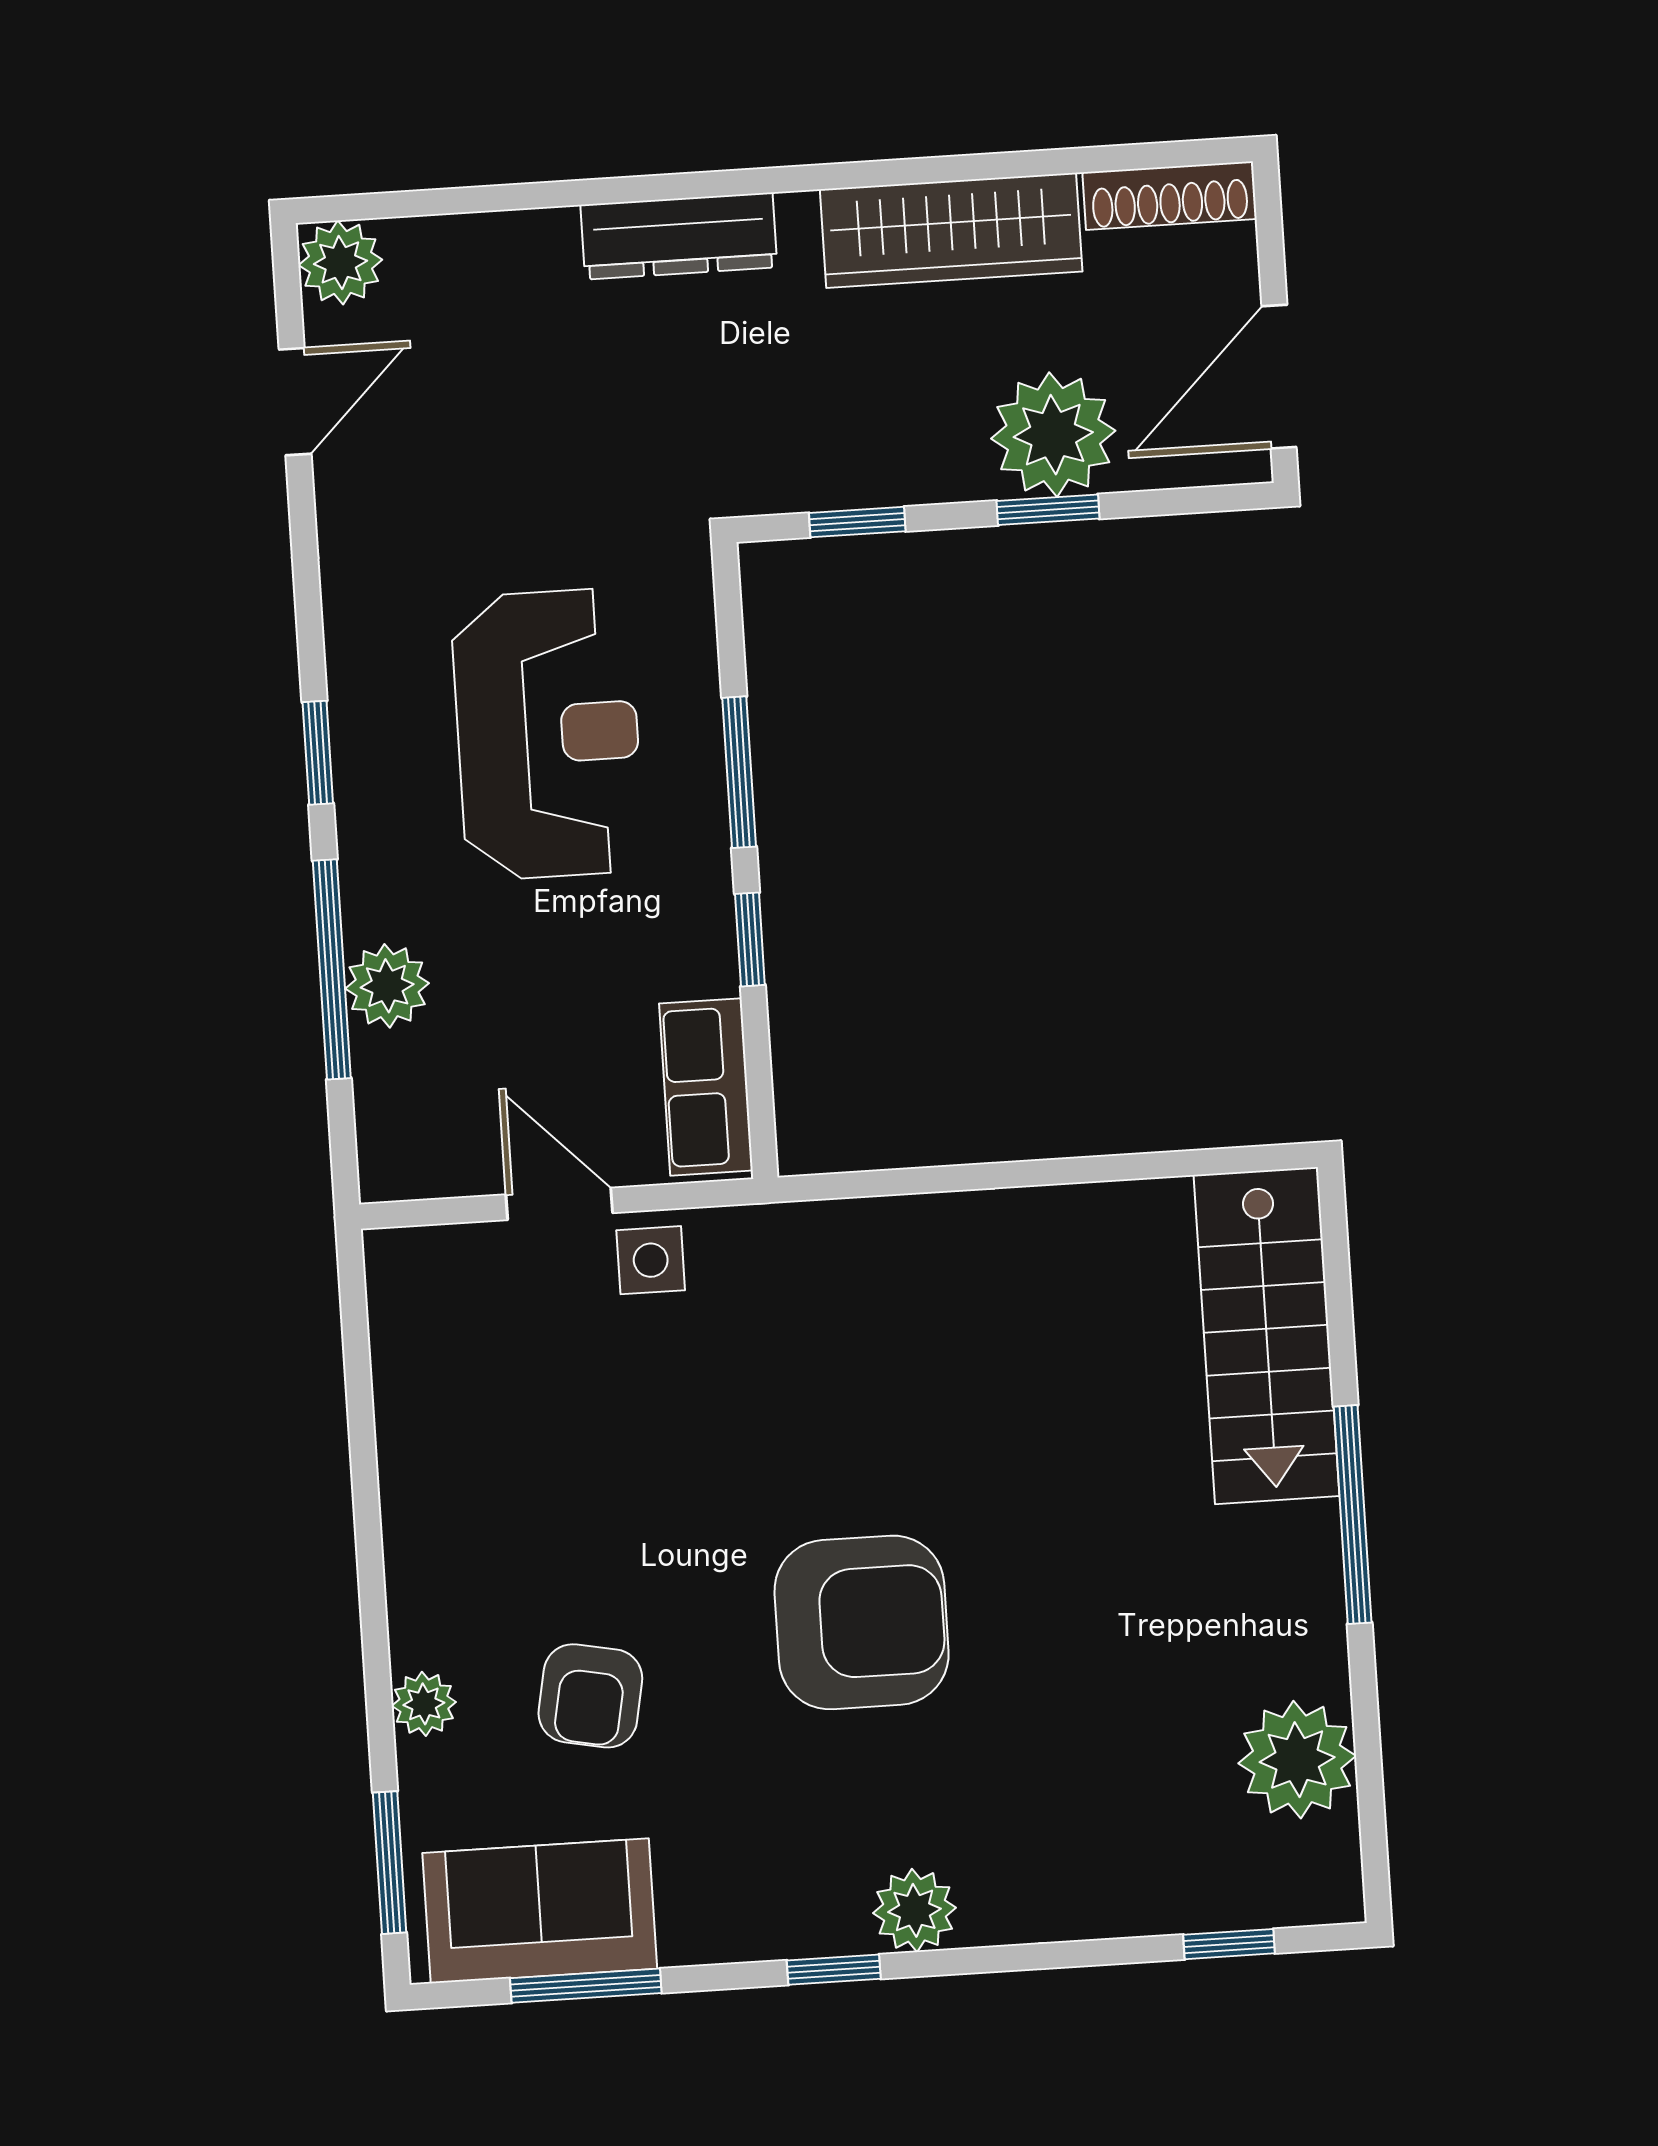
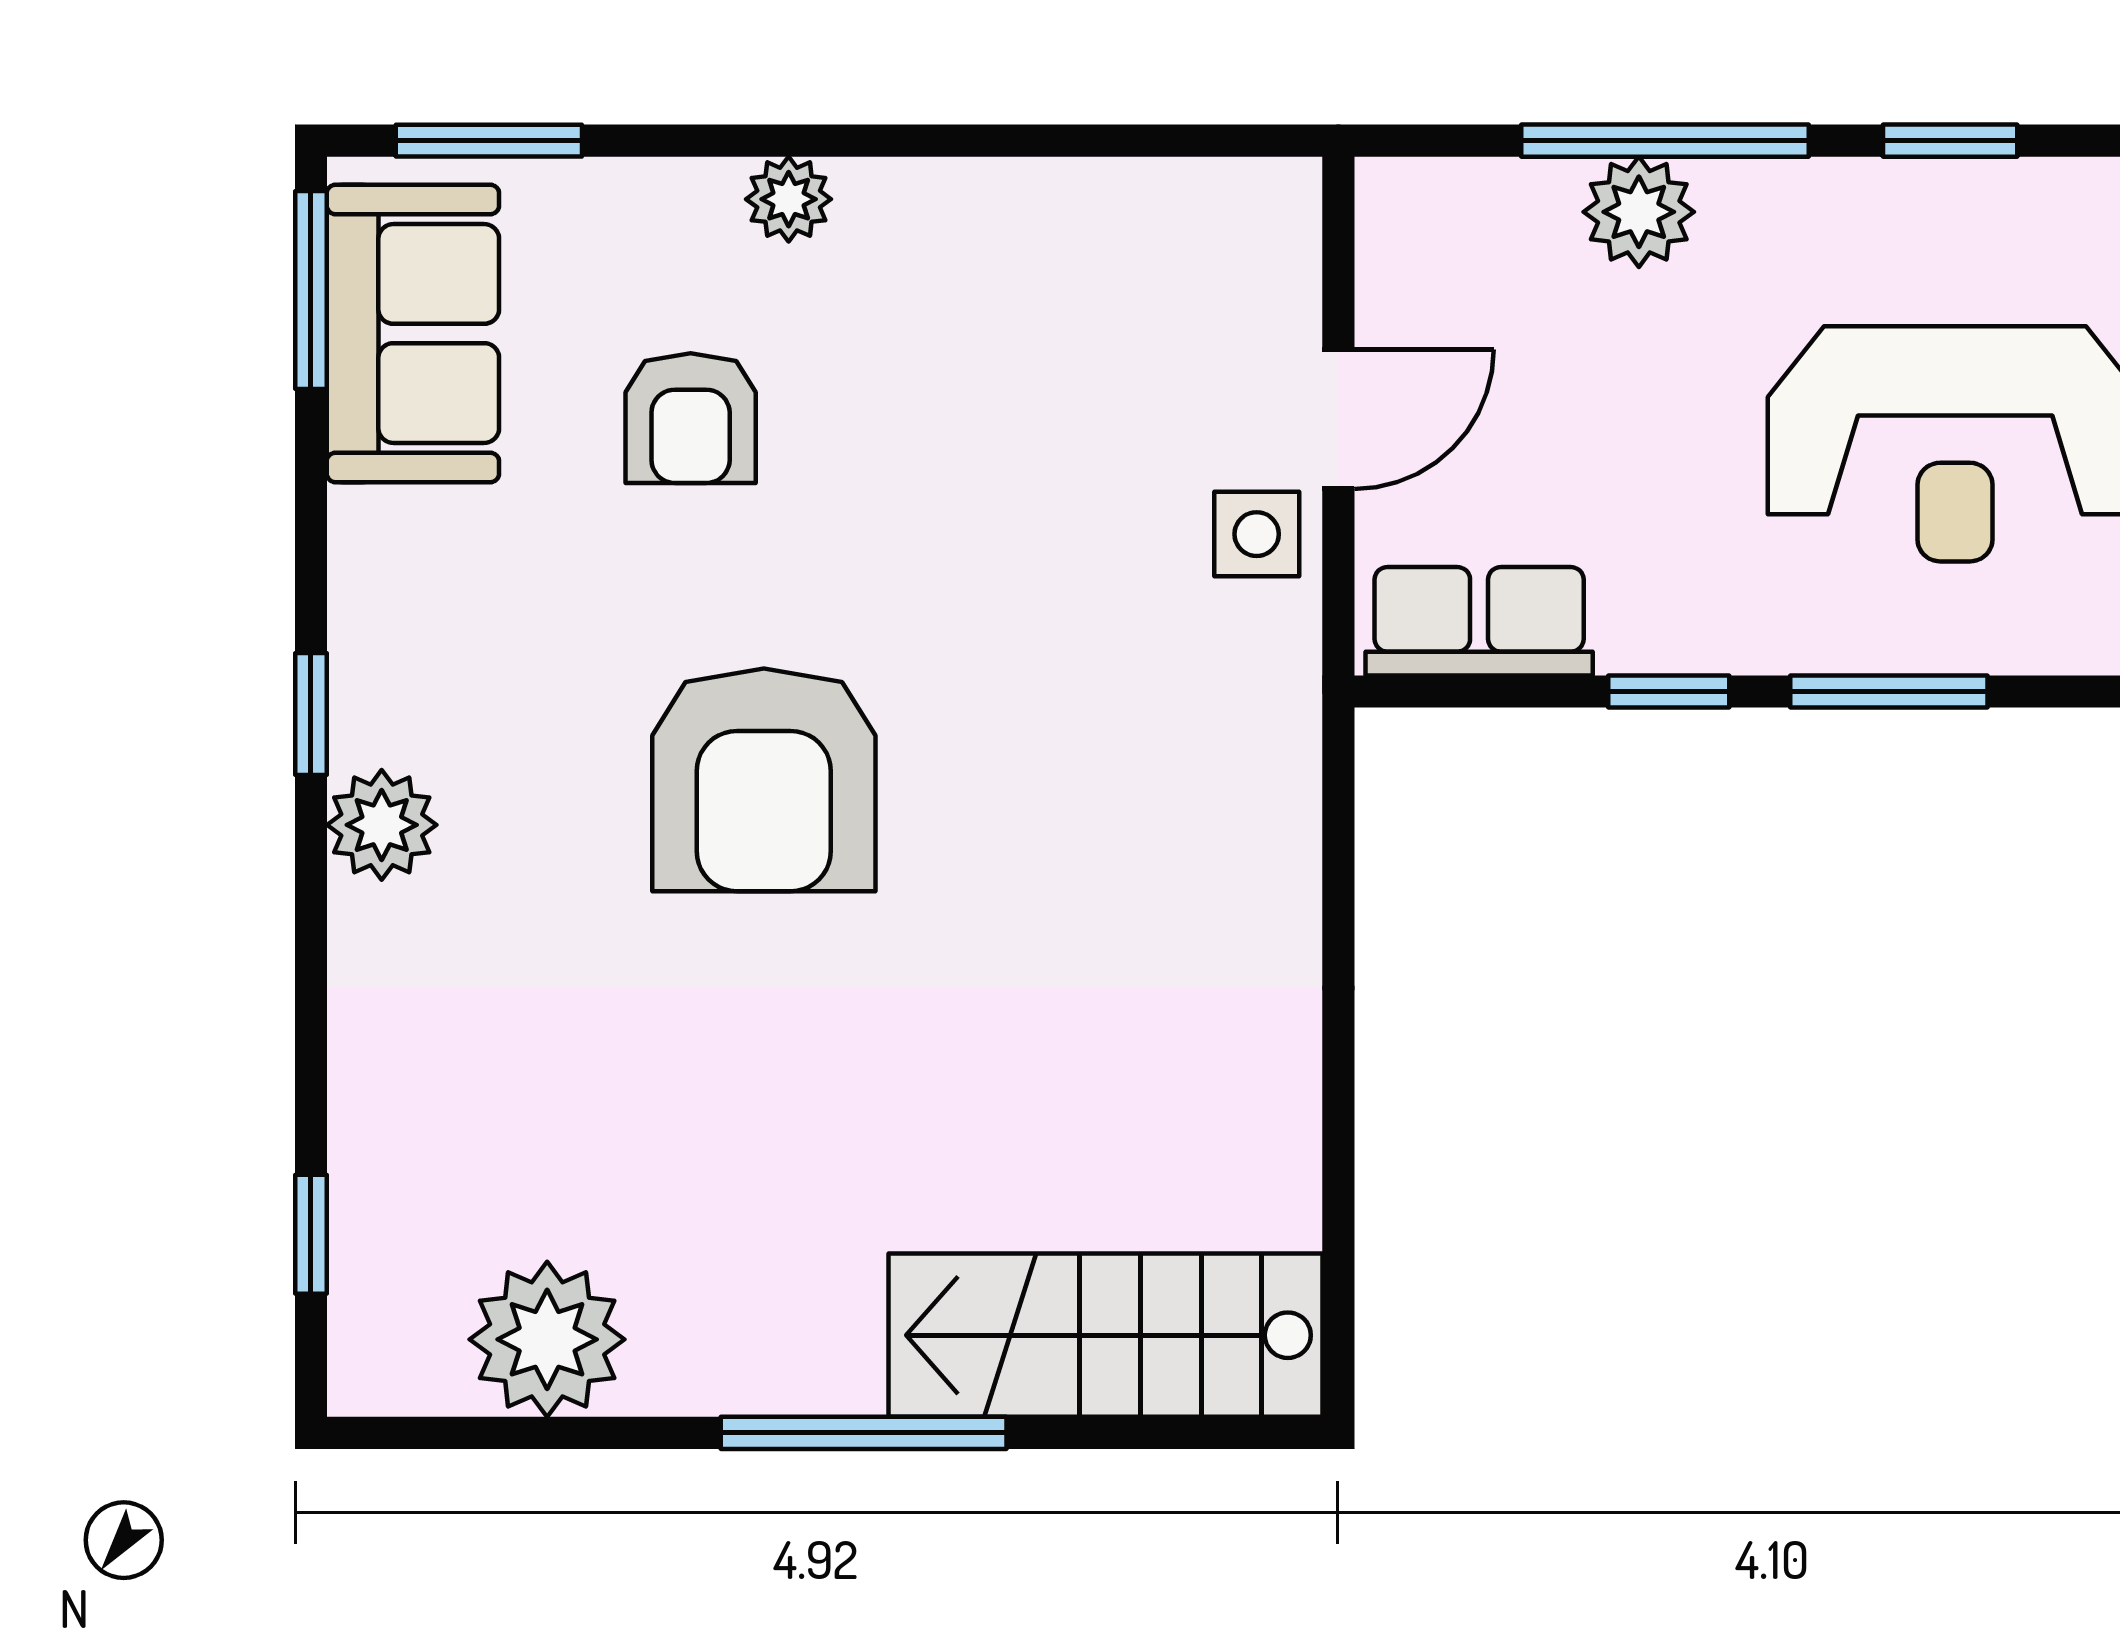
armchair: (590, 1696) -> (691, 418), turned -101
plant: (424, 1704) -> (789, 199), moved
window: (586, 1986) -> (311, 290), moved

